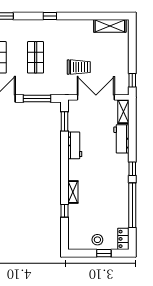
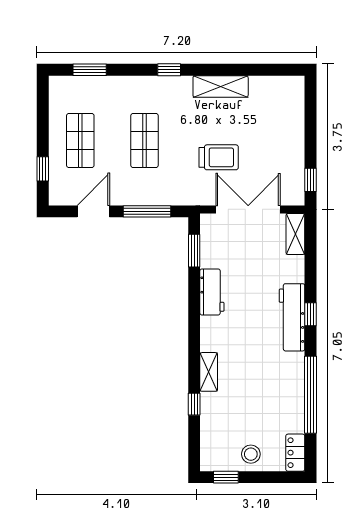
shelving: (110, 26) -> (221, 87), moved
workbench: (121, 139) -> (292, 317), moved, width x1.37
window: (132, 169) -> (311, 314), moved
window: (104, 253) -> (226, 477), moved

